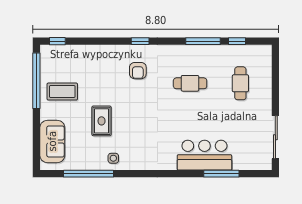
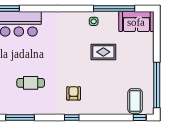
coffee table: (62, 92) -> (135, 101), moved, turned 90
rug: (102, 121) -> (103, 52), turned 90
sofa: (52, 141) -> (136, 22), moved, turned -90

